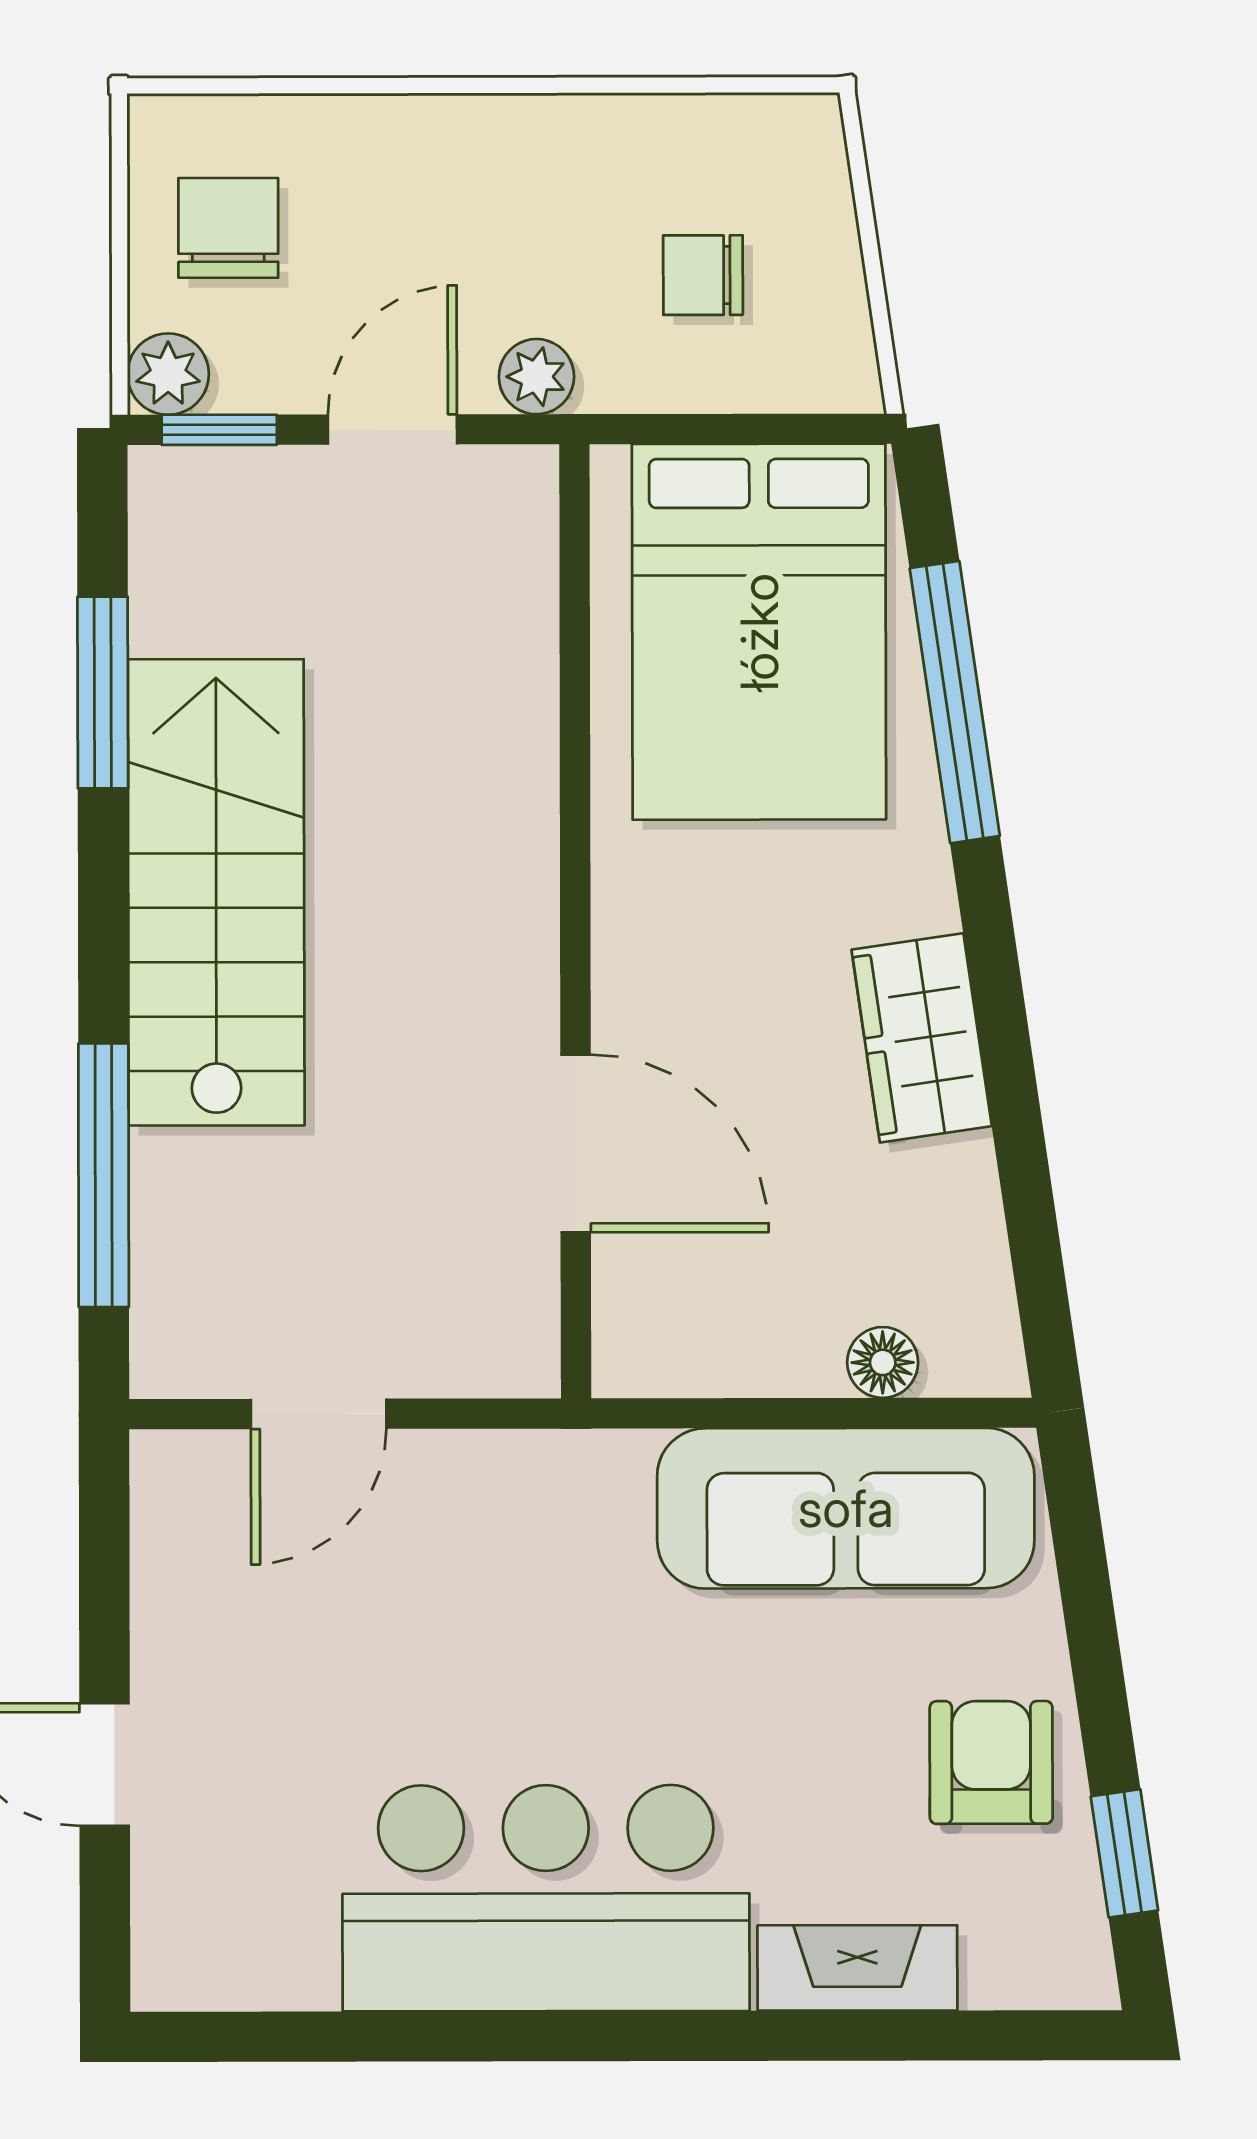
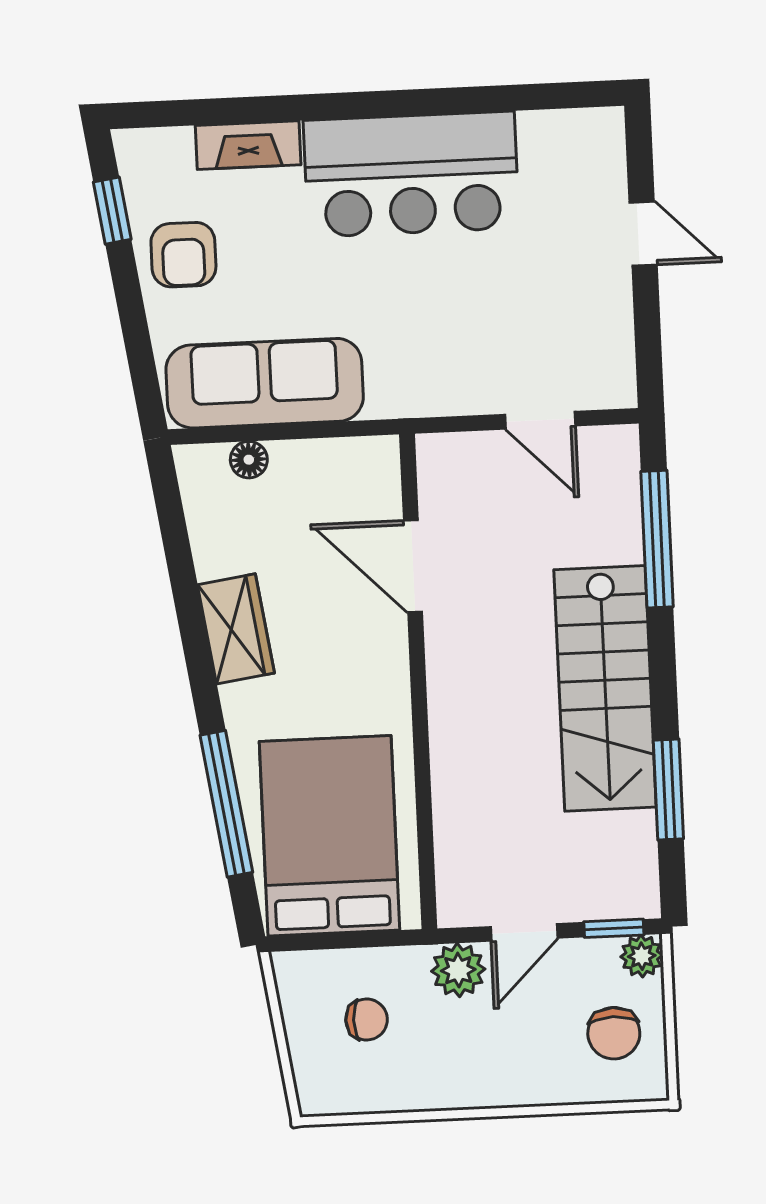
plant: (536, 377) -> (458, 970), width x1.38, depth x1.38
door: (319, 1414) -> (540, 420), swing flipped

